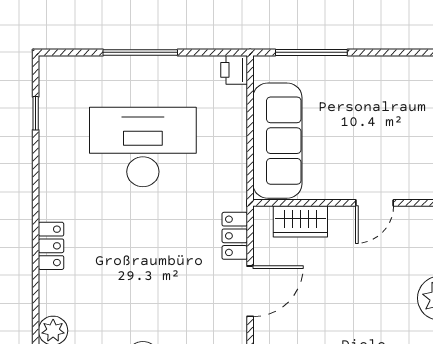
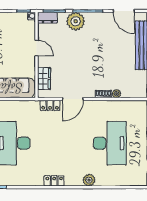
door: (250, 291) -> (73, 99), swing flipped

